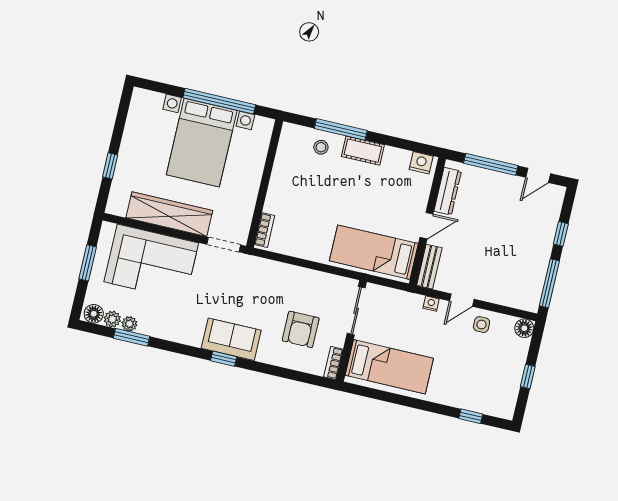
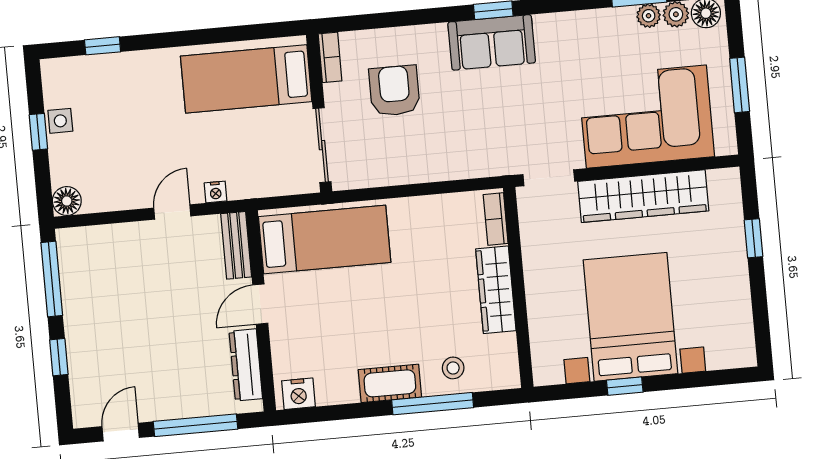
window: (219, 101) -> (625, 386), width x0.32
wardrobe: (279, 187) -> (496, 290), added
side table: (481, 325) -> (60, 121), moved

